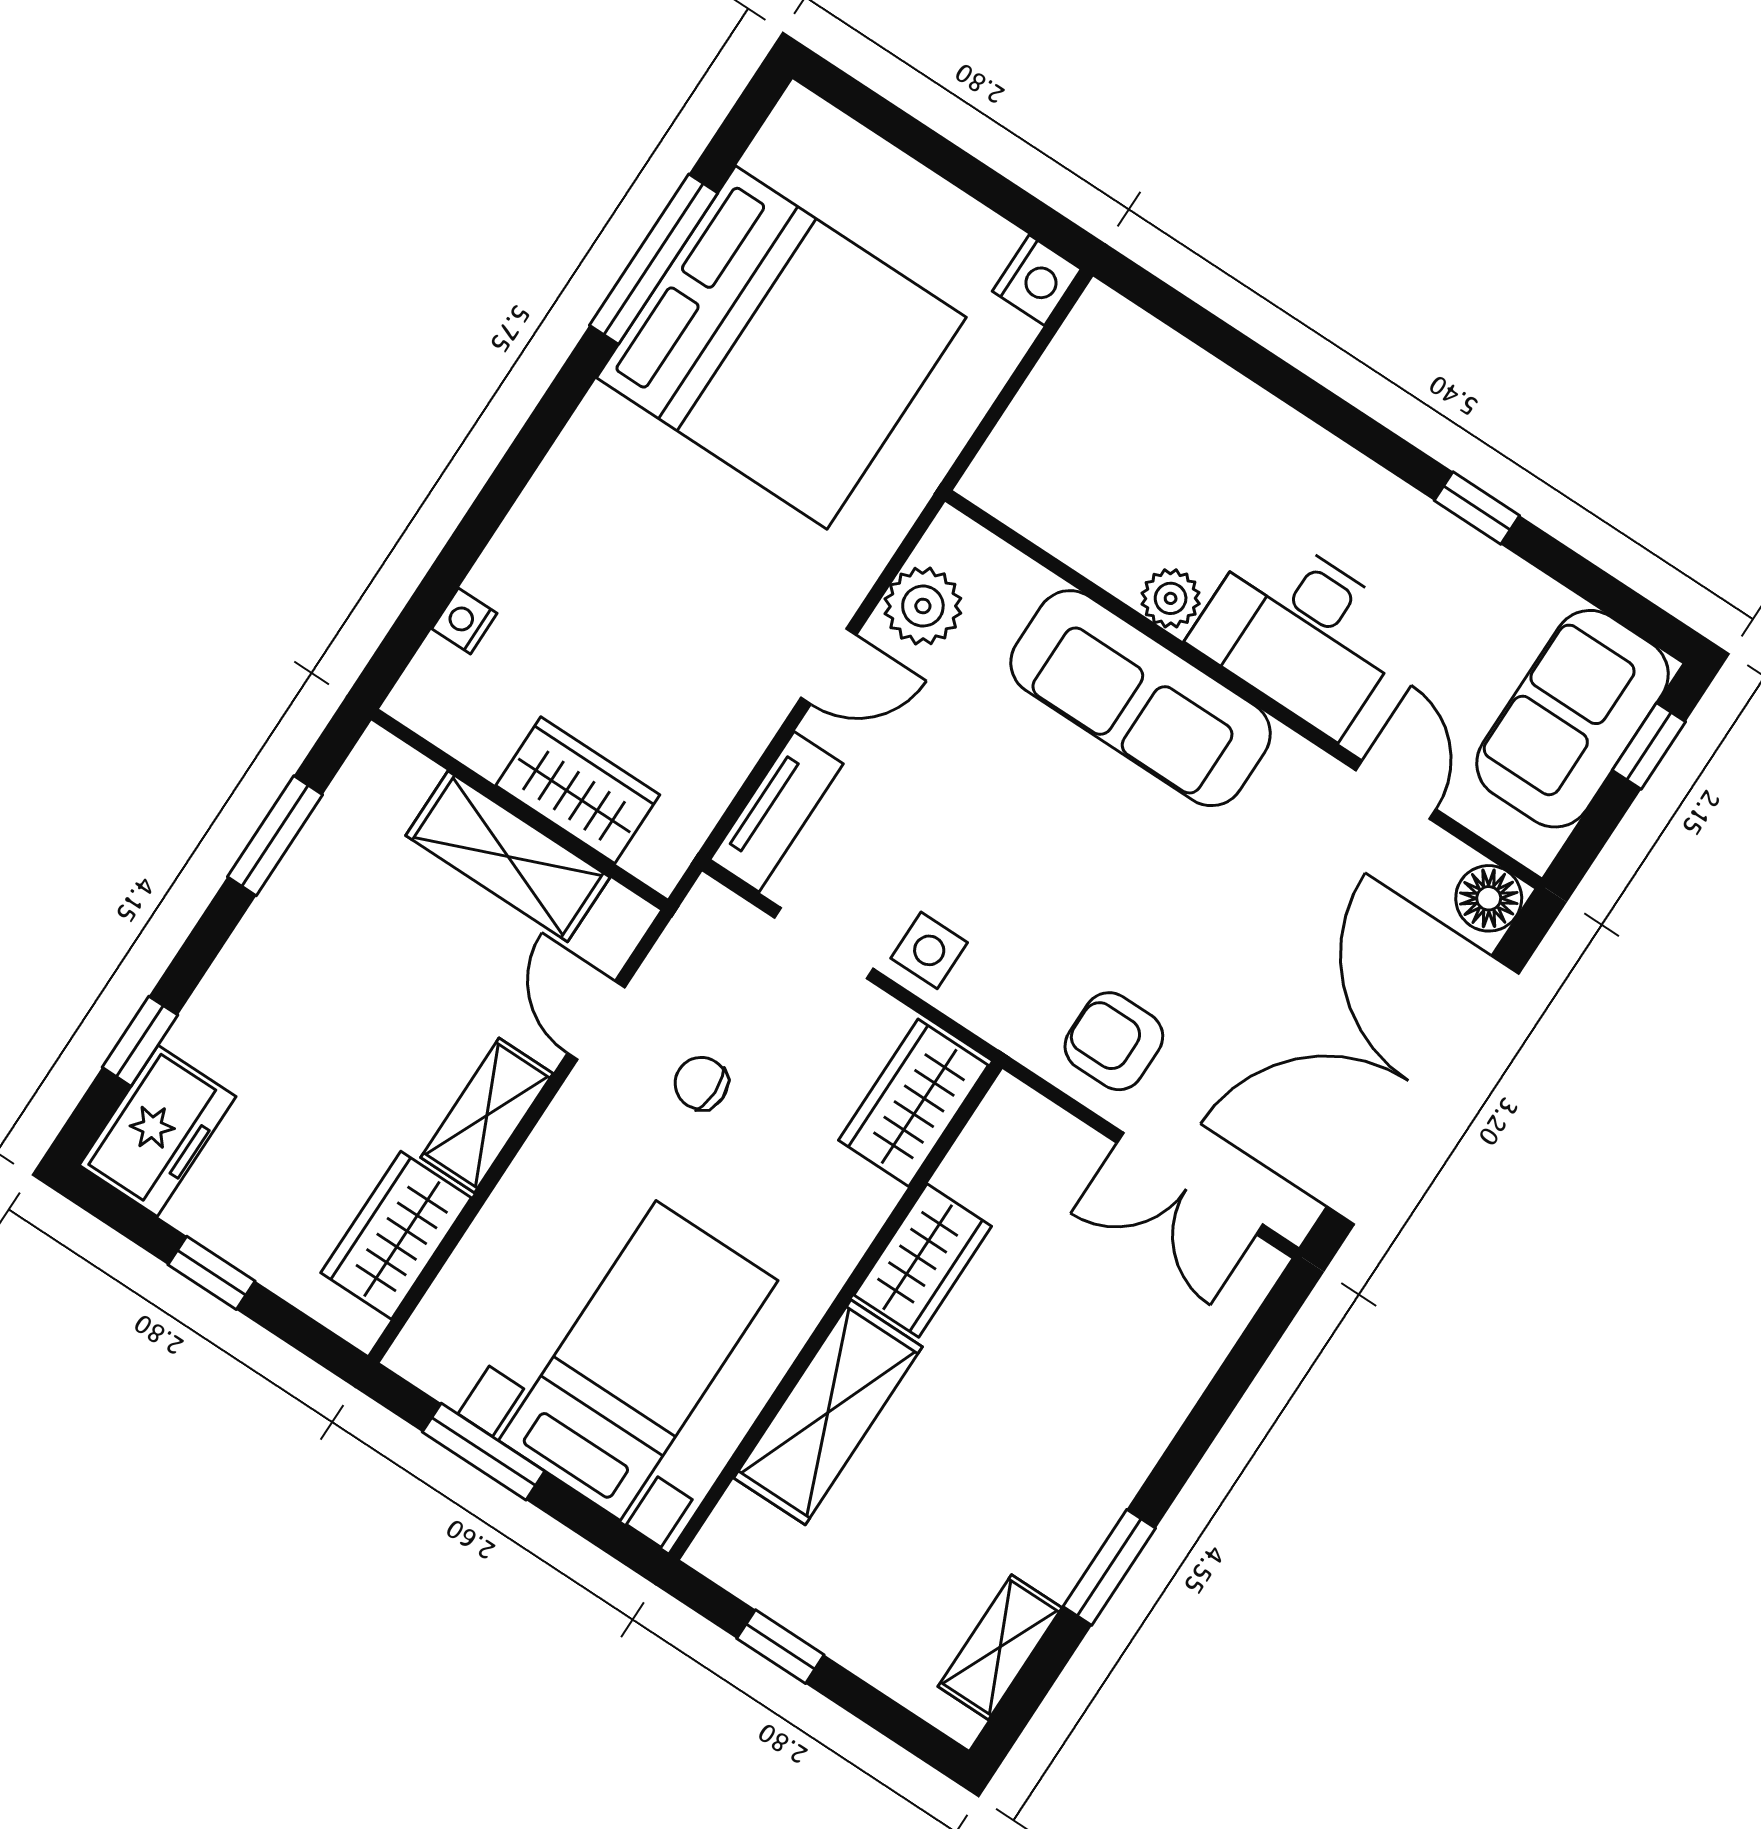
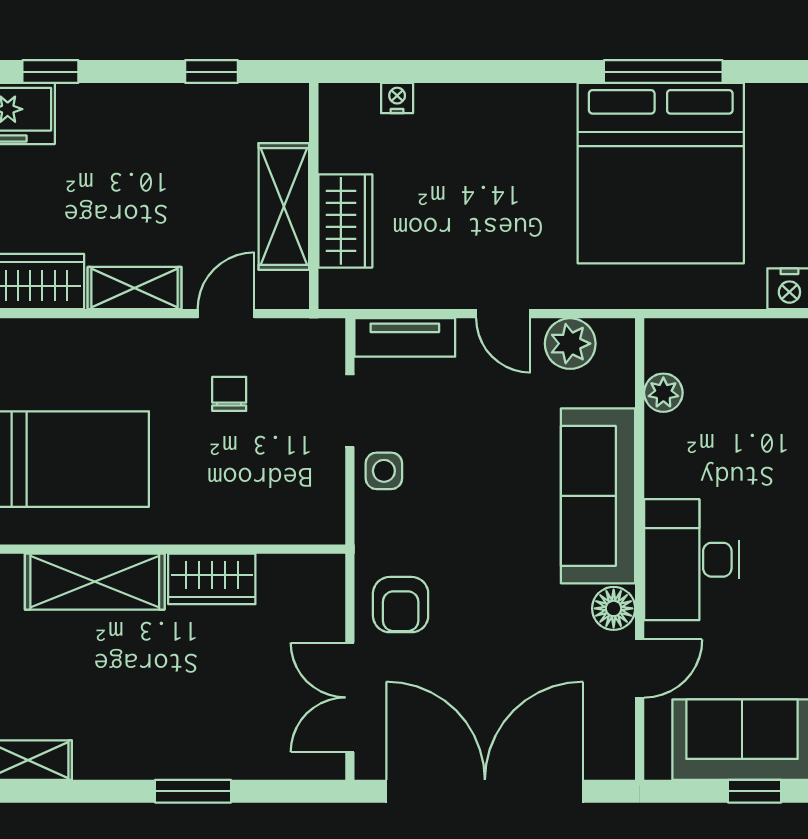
plant: (1171, 598) -> (663, 393), moved
window: (275, 836) -> (211, 72), width x0.67
floor lamp: (1489, 898) -> (614, 608), moved
armchair: (1114, 1041) -> (401, 605), turned 180
wardrobe: (913, 1103) -> (295, 517), removed
window: (1109, 1567) -> (193, 791), moved

